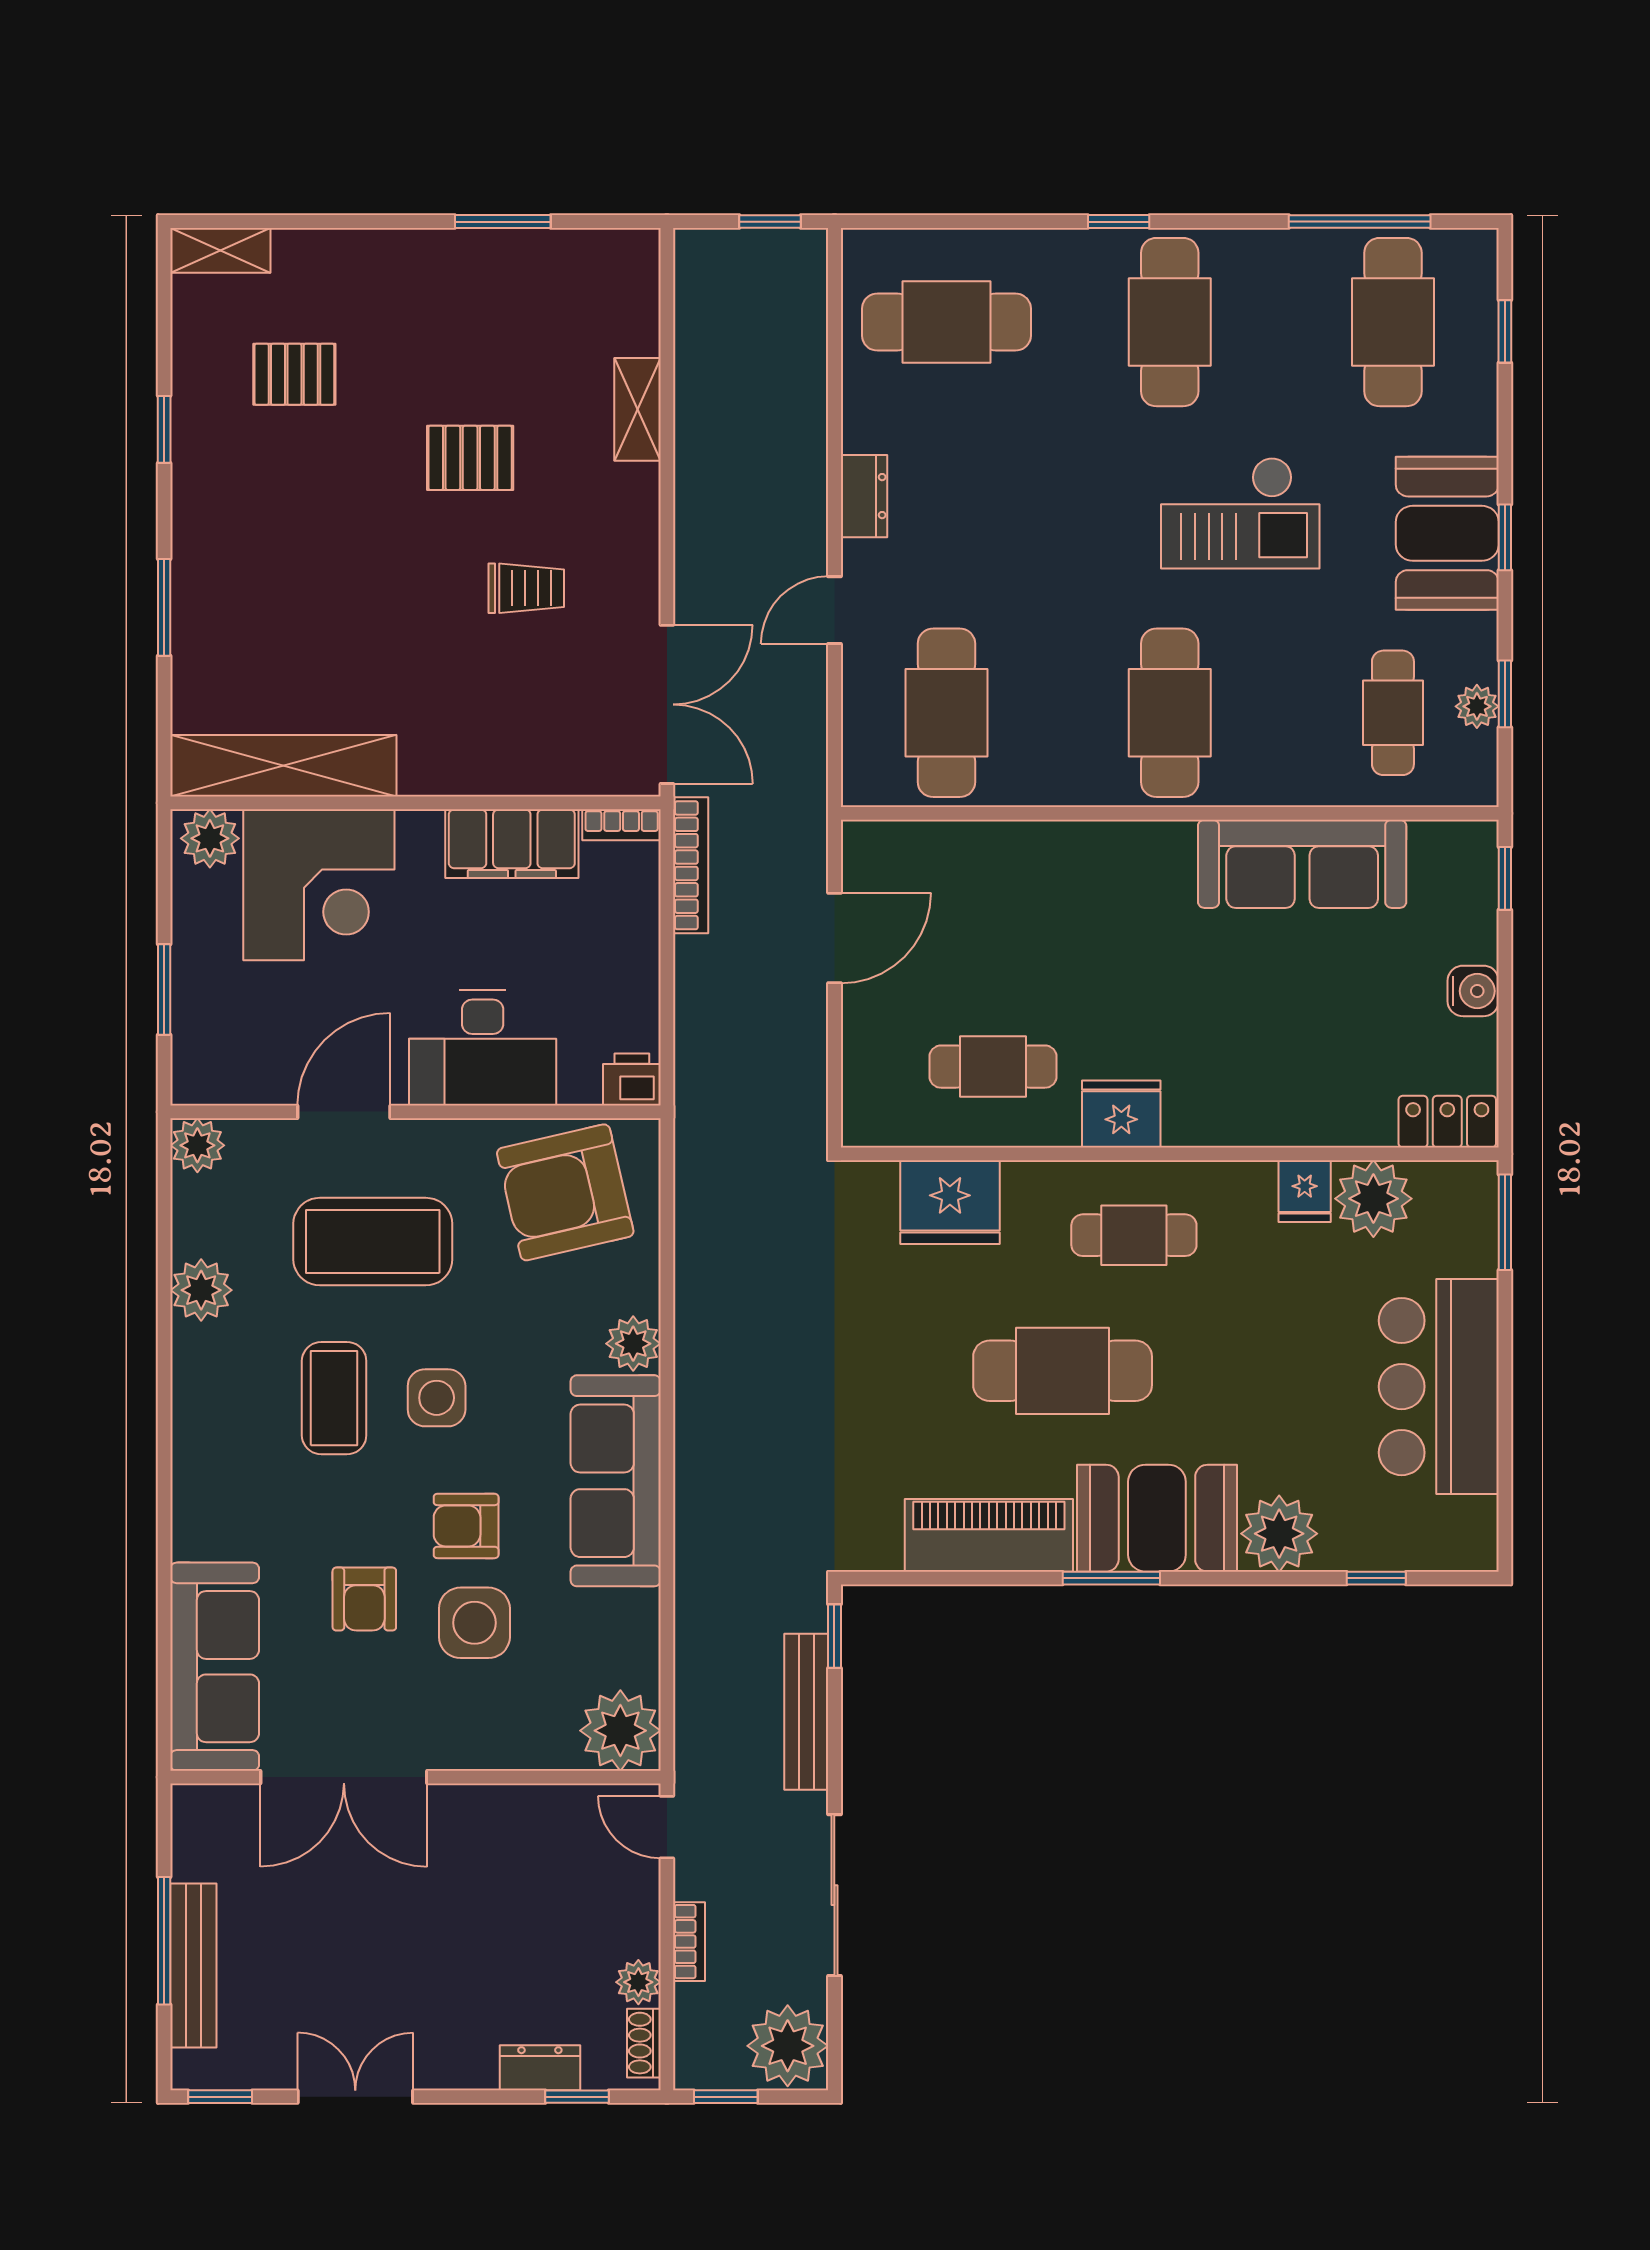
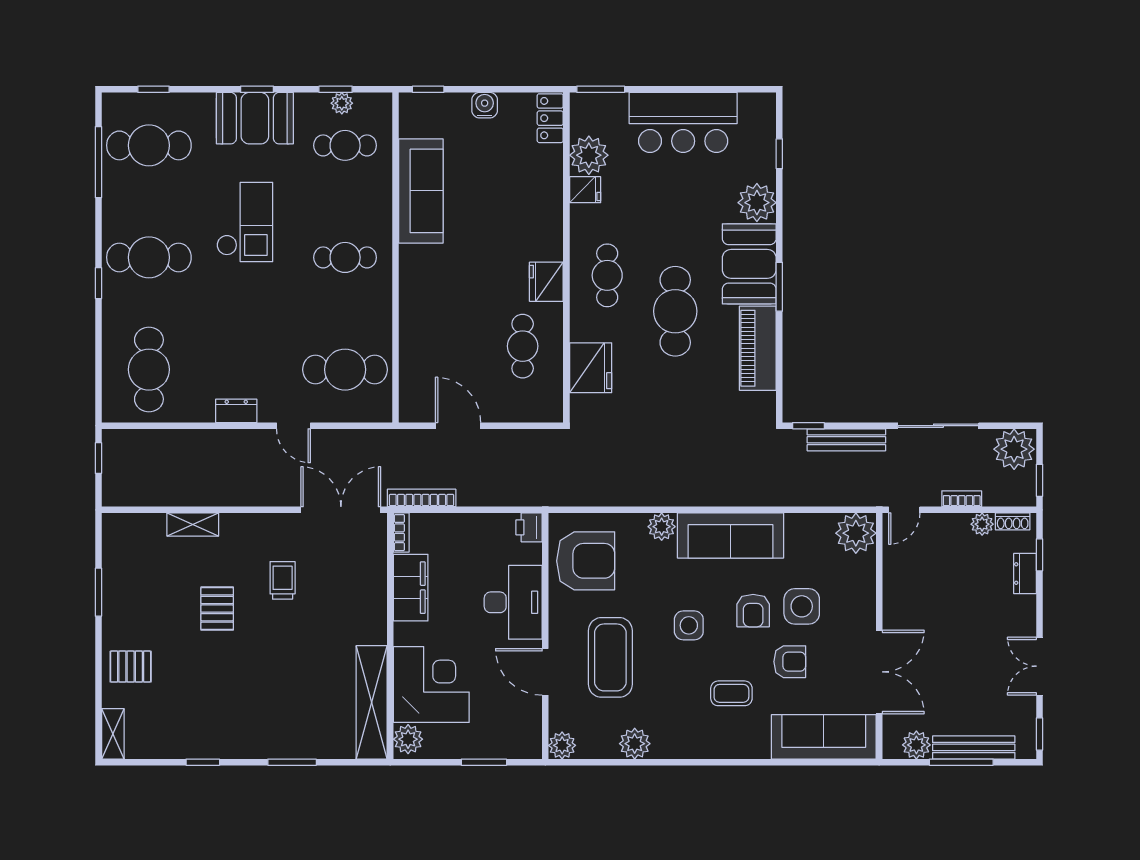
pallet: (294, 374) -> (131, 667), moved, turned 90
cafe table: (1170, 713) -> (345, 257), width x0.73, depth x0.74
armchair: (565, 1192) -> (586, 561), turned -77
coffee table: (334, 1398) -> (731, 693), moved, width x0.73, depth x0.77
plant: (198, 1851) -> (916, 745), added

